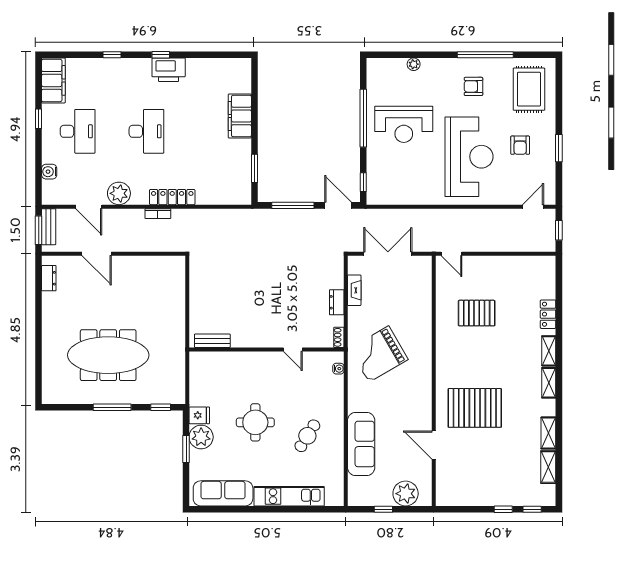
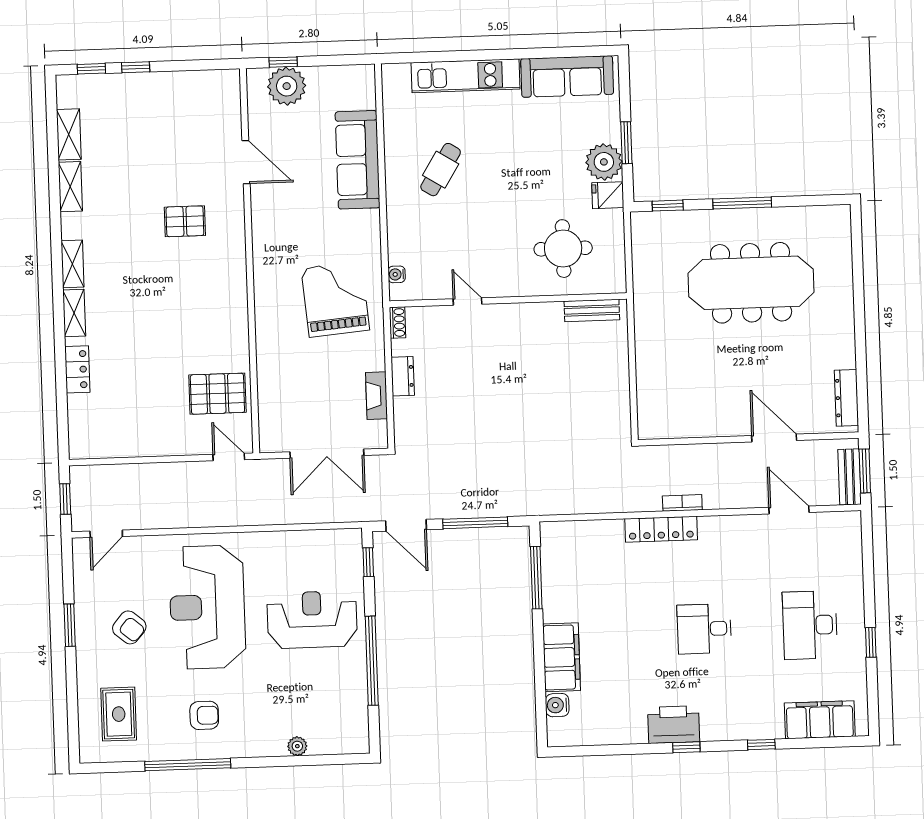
filing cabinet: (53, 80) -> (820, 720), moved, turned 90
rug: (529, 89) -> (119, 714), width x0.73, depth x0.70
reception desk: (404, 124) -> (312, 620), moved
desk: (146, 131) -> (704, 629), width x0.73
armchair: (520, 145) -> (129, 627), turned 130
window: (254, 168) -> (536, 578), width x1.44
water cooler: (49, 172) -> (557, 705), moved, turned 180
plant: (119, 193) -> (743, 532), removed
dresser: (49, 278) -> (846, 398), width x1.44
pallet: (477, 313) -> (217, 394), moved
grand piano: (379, 354) -> (335, 299), turned -65
pallet: (475, 408) -> (185, 221), width x0.49, depth x0.50
round table: (255, 422) -> (563, 249), moved
window: (383, 509) -> (283, 62), moved

